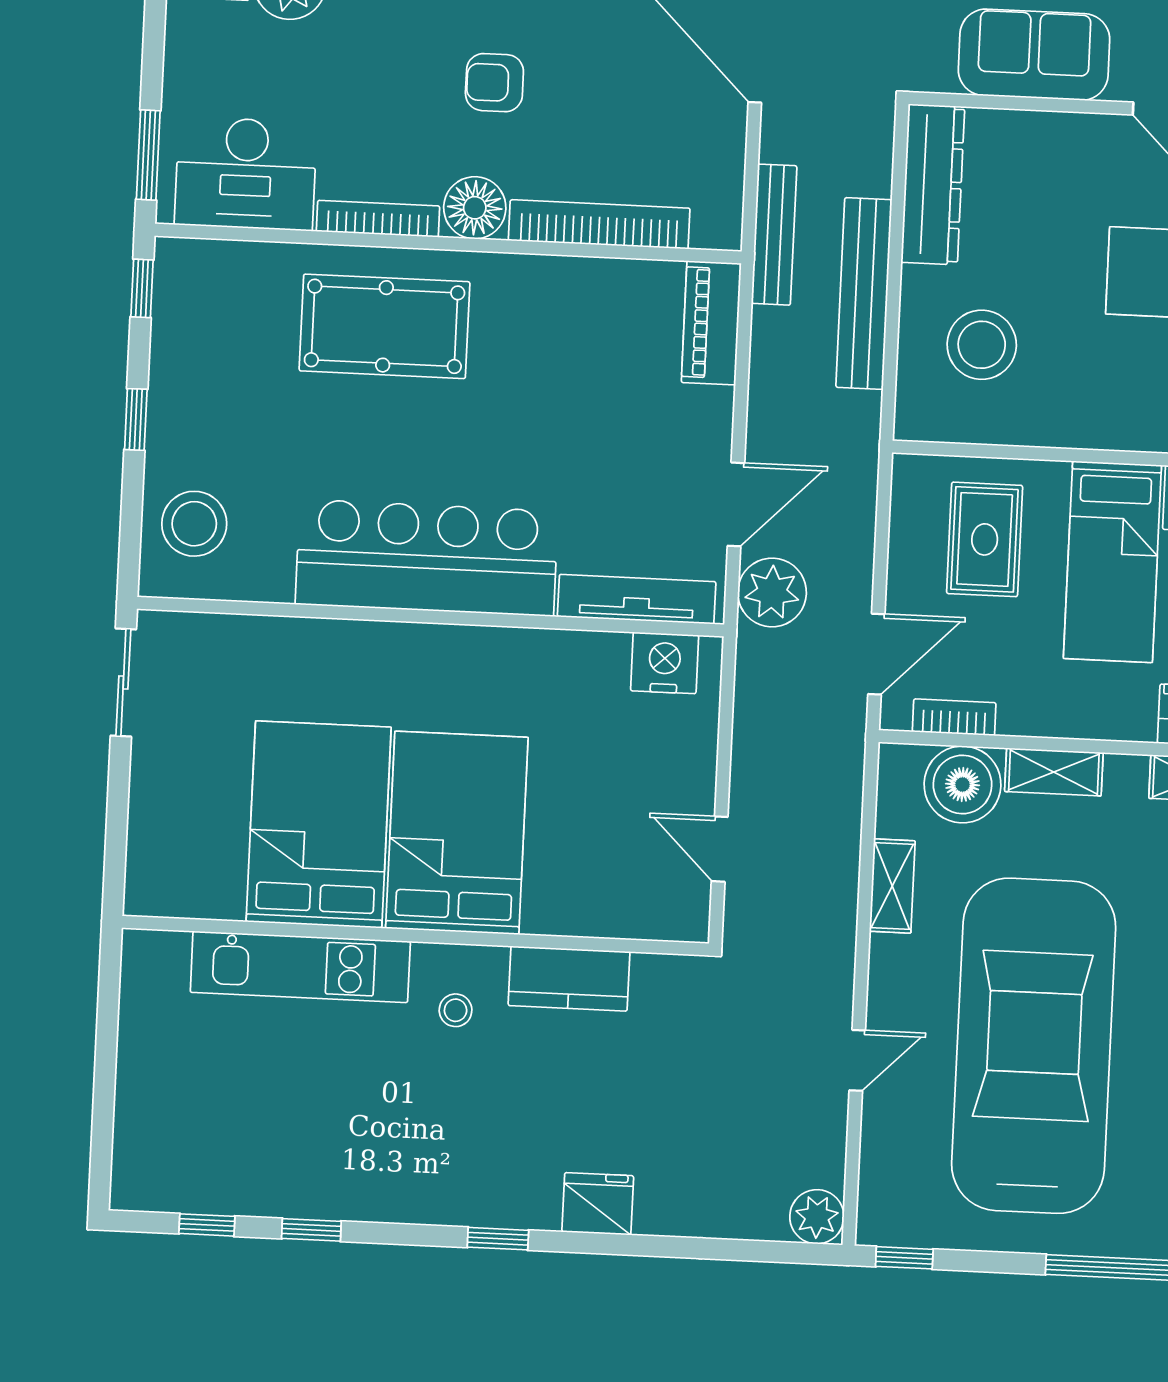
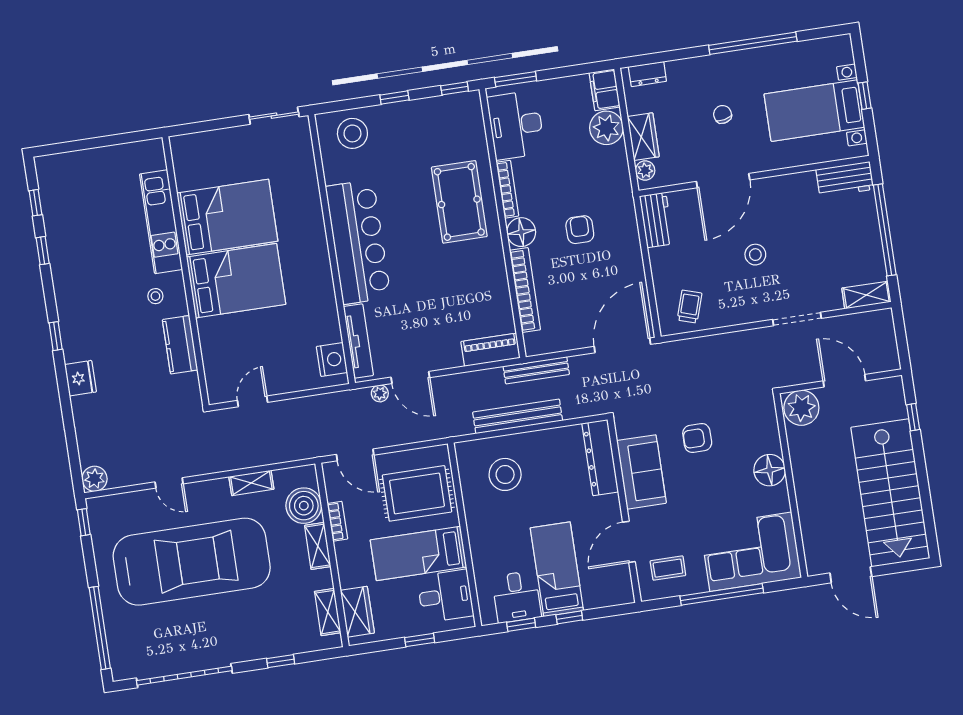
dresser: (933, 184) -> (600, 458), moved, turned 90
rug: (985, 539) -> (417, 493), width x1.36, depth x1.43
plant: (772, 593) -> (380, 393), width x0.53, depth x0.53
bookcase: (954, 717) -> (337, 521), moved

